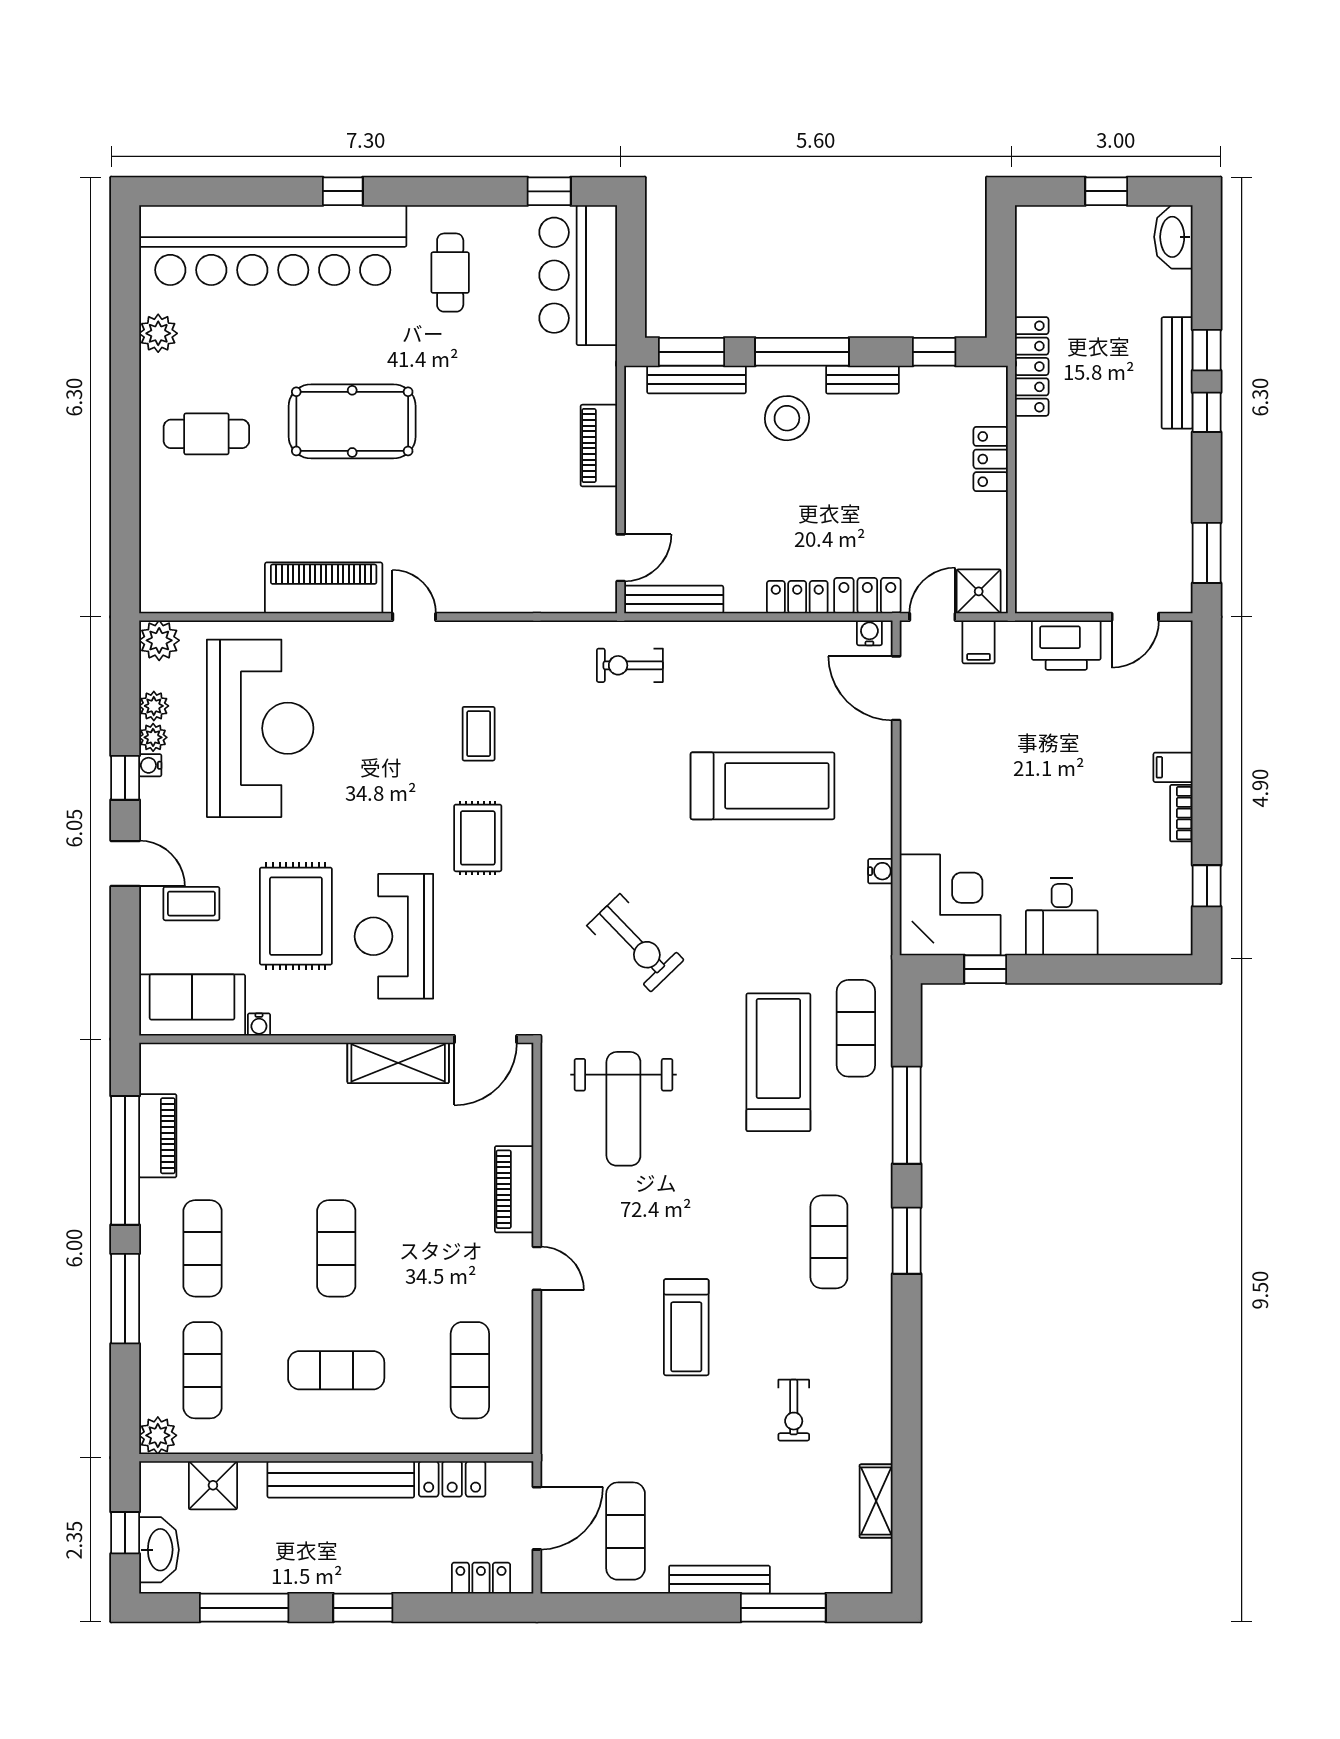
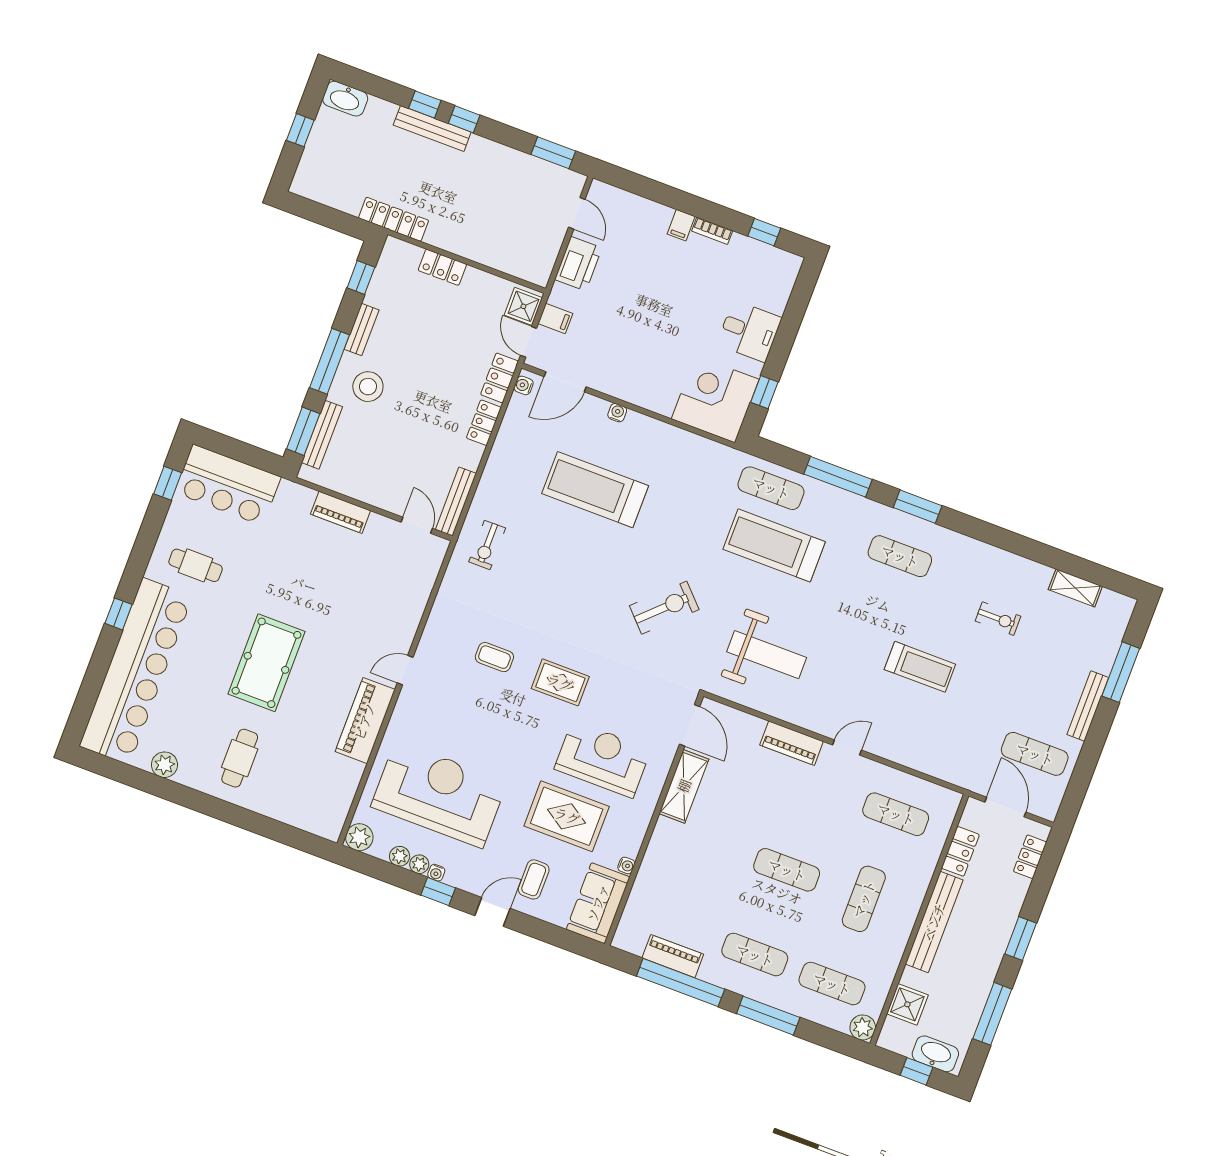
treadmill: (762, 786) -> (595, 490), turned -90
water cooler: (880, 871) -> (617, 413), moved
reception desk: (394, 936) -> (603, 759), turned 180

